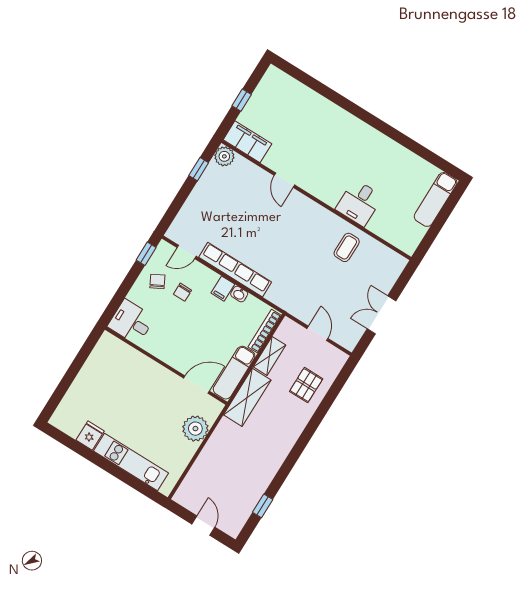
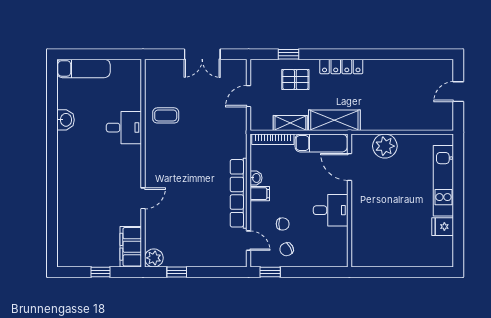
washbasin: (399, 154) -> (66, 120), added
desk: (131, 322) -> (331, 210), moved, turned -90
locker: (292, 434) -> (341, 67), added
window: (263, 506) -> (288, 54), moved

